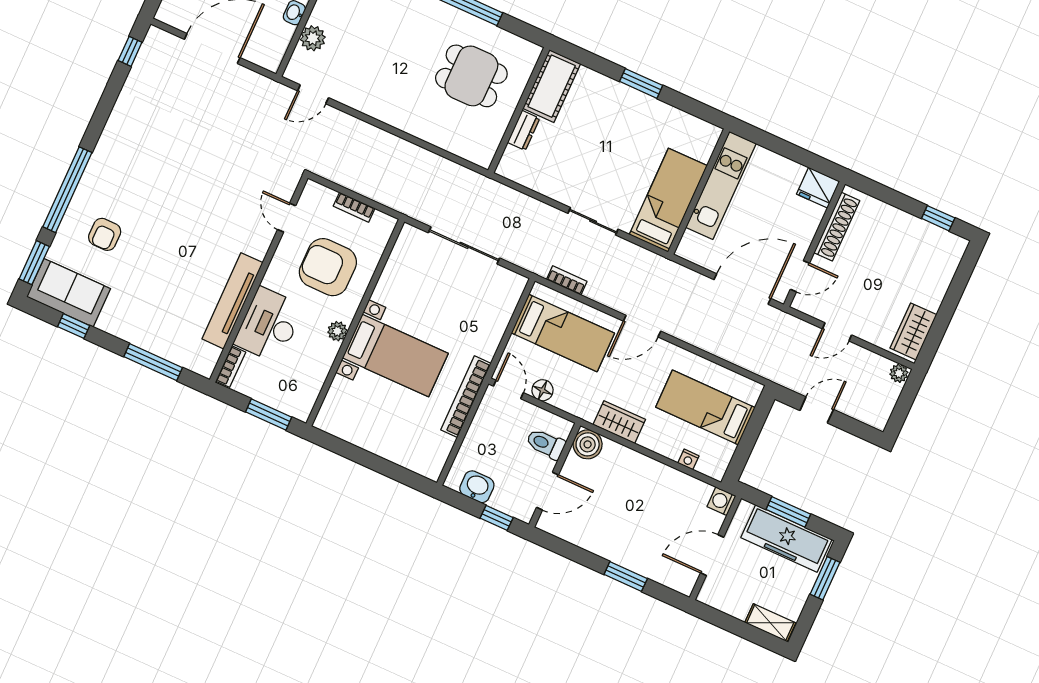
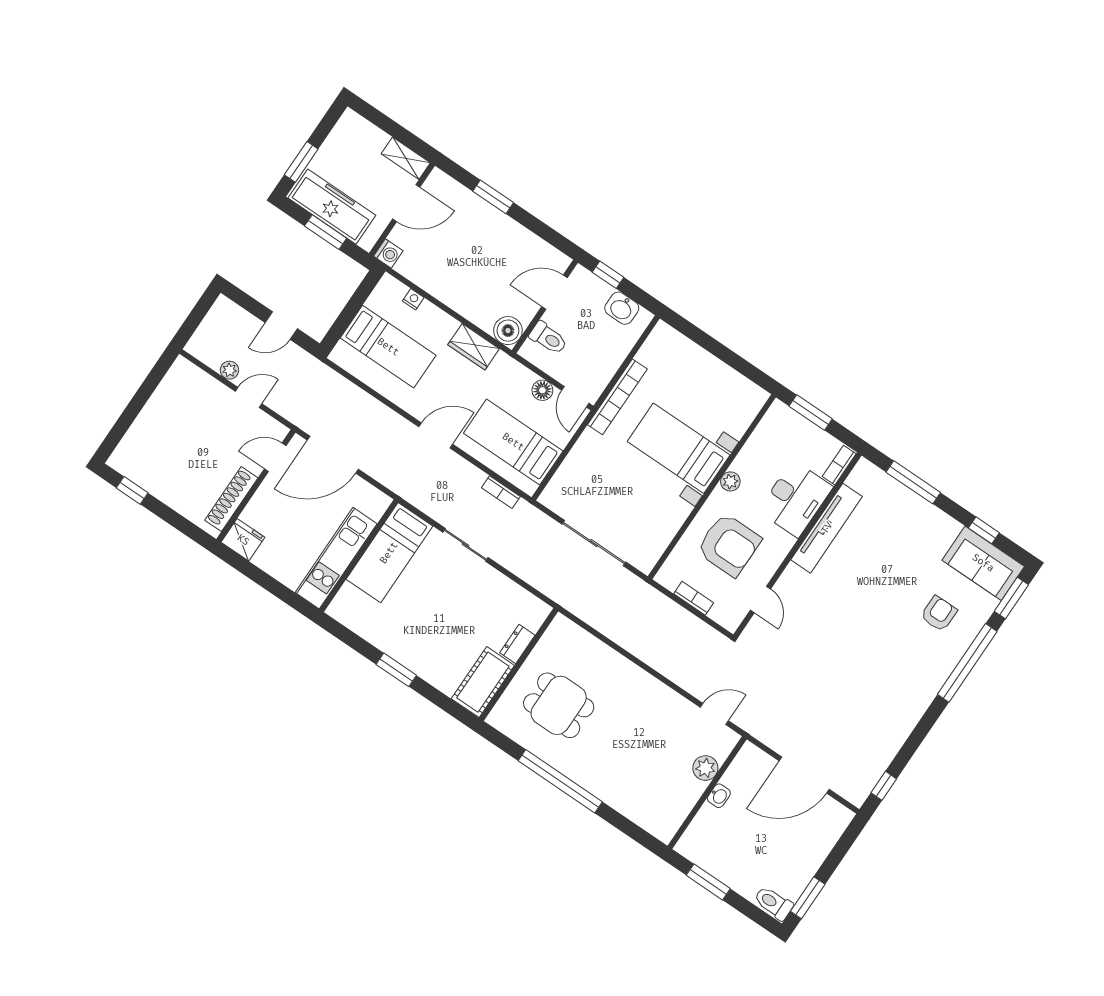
wardrobe: (913, 331) -> (175, 385), removed
plant: (899, 373) -> (229, 370), moved
shelving: (770, 623) -> (406, 158), moved

